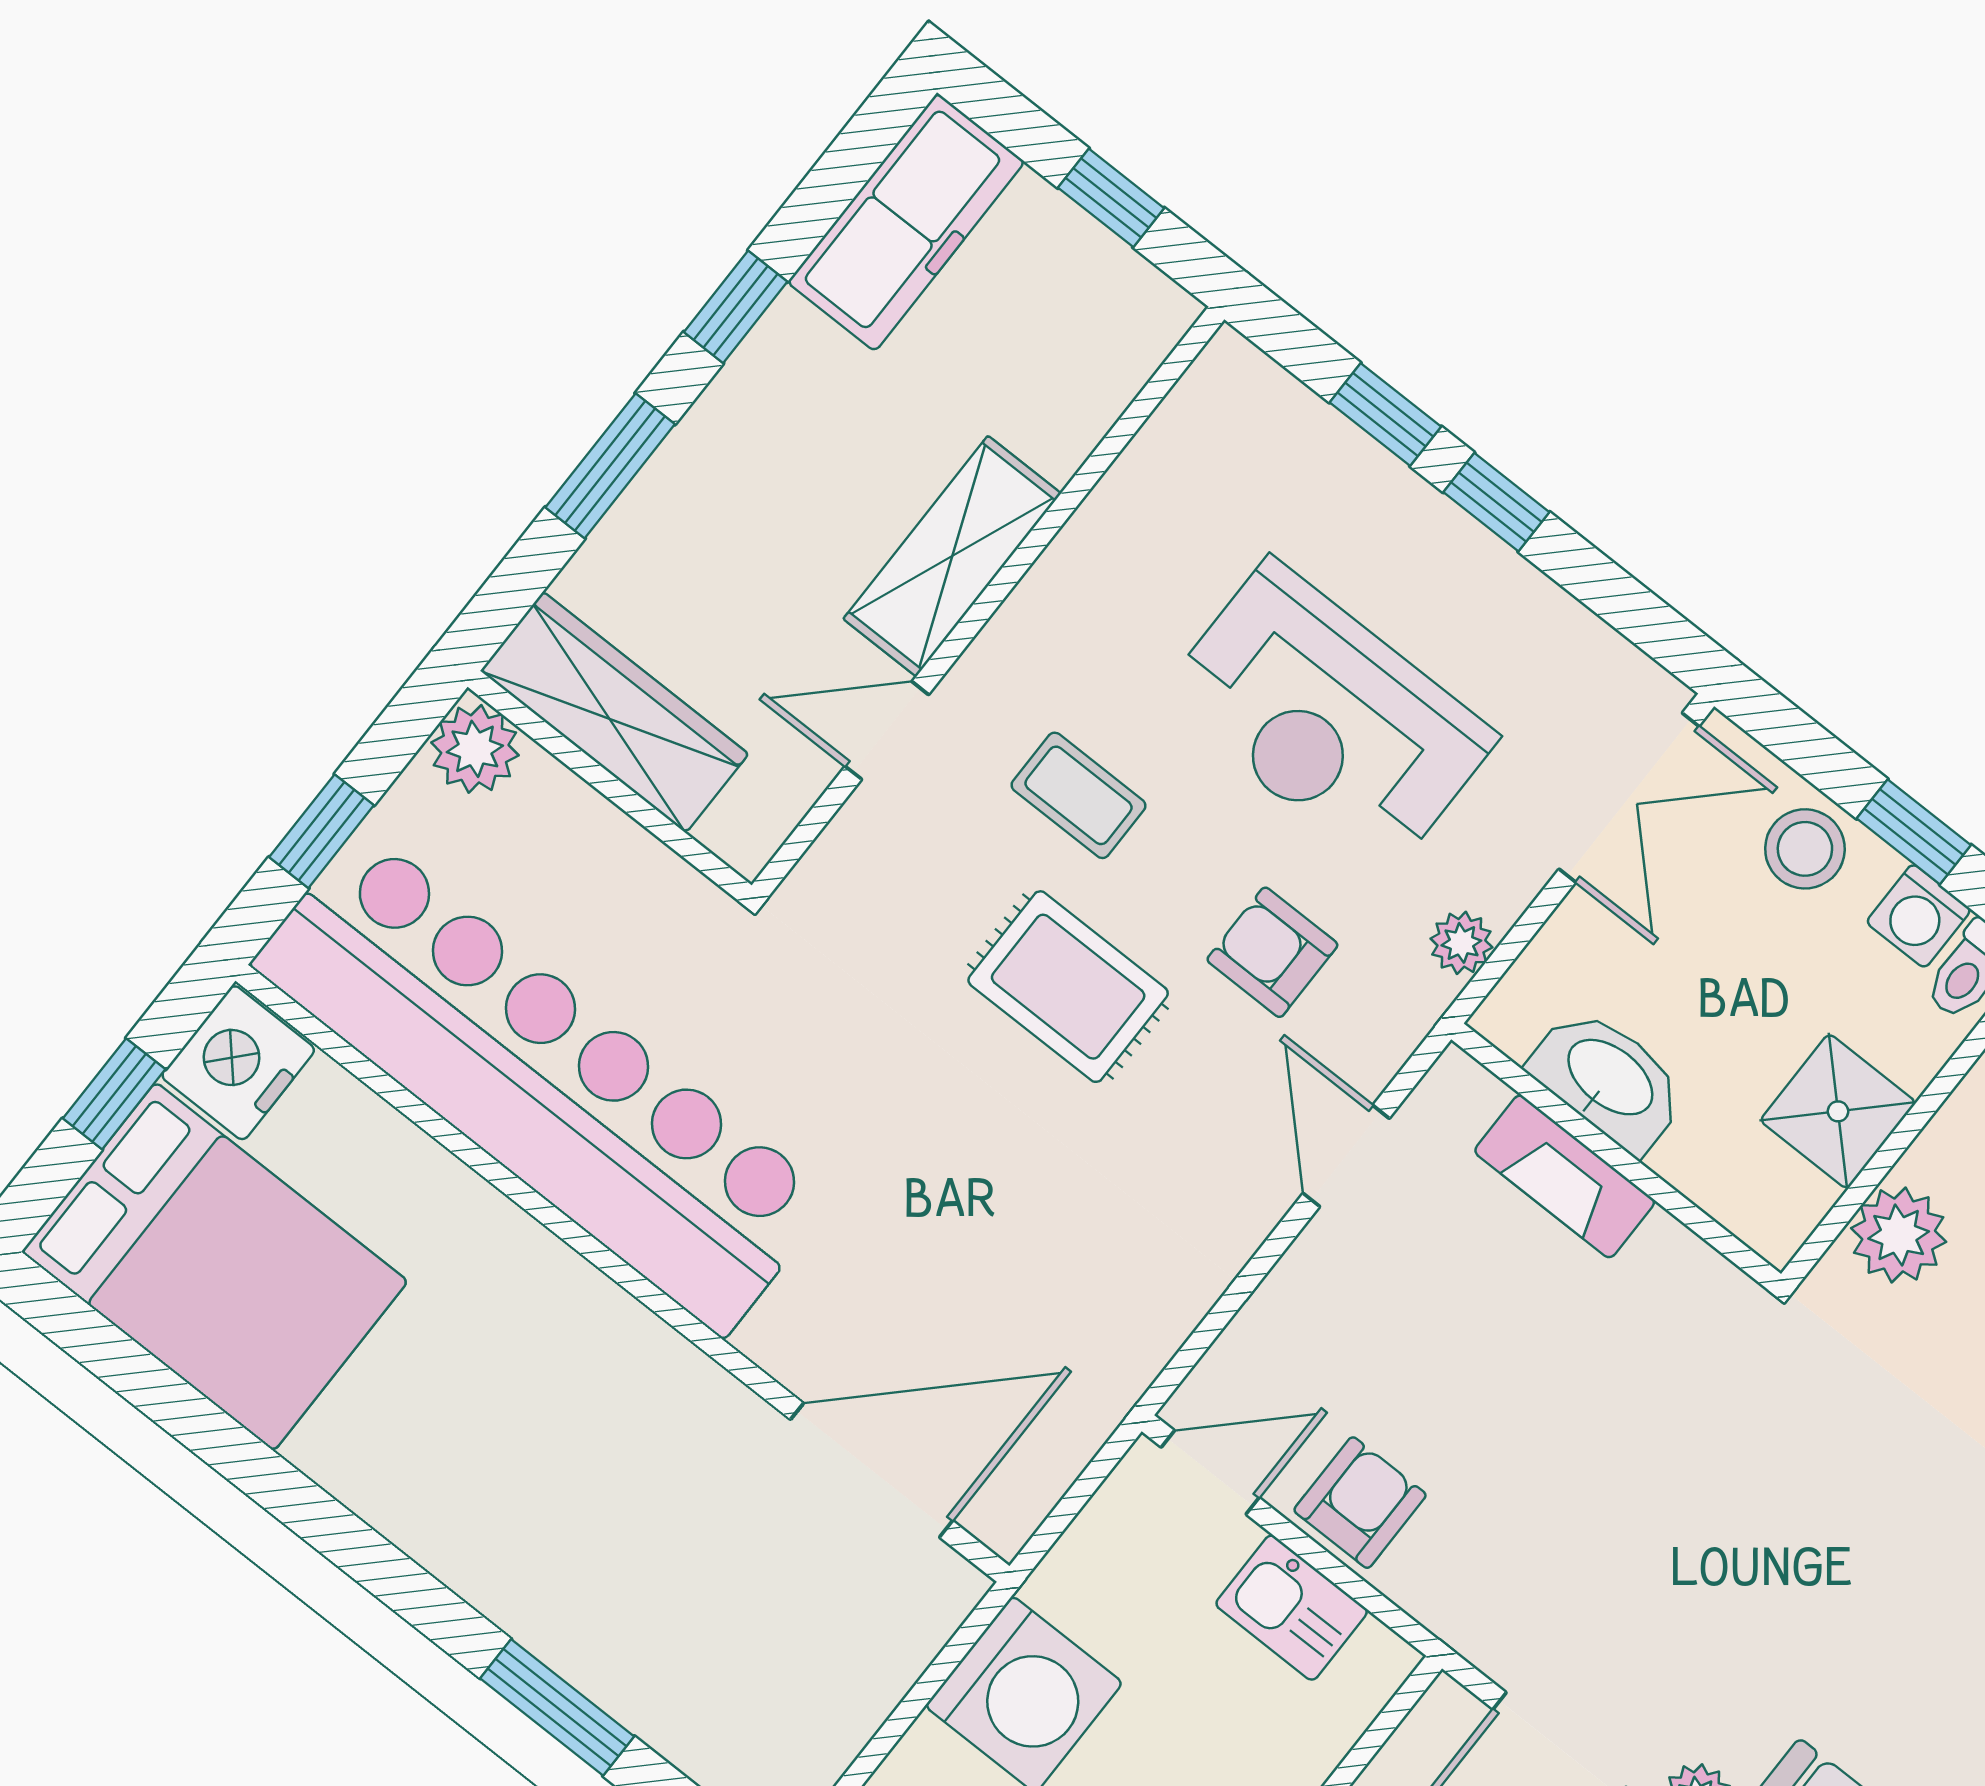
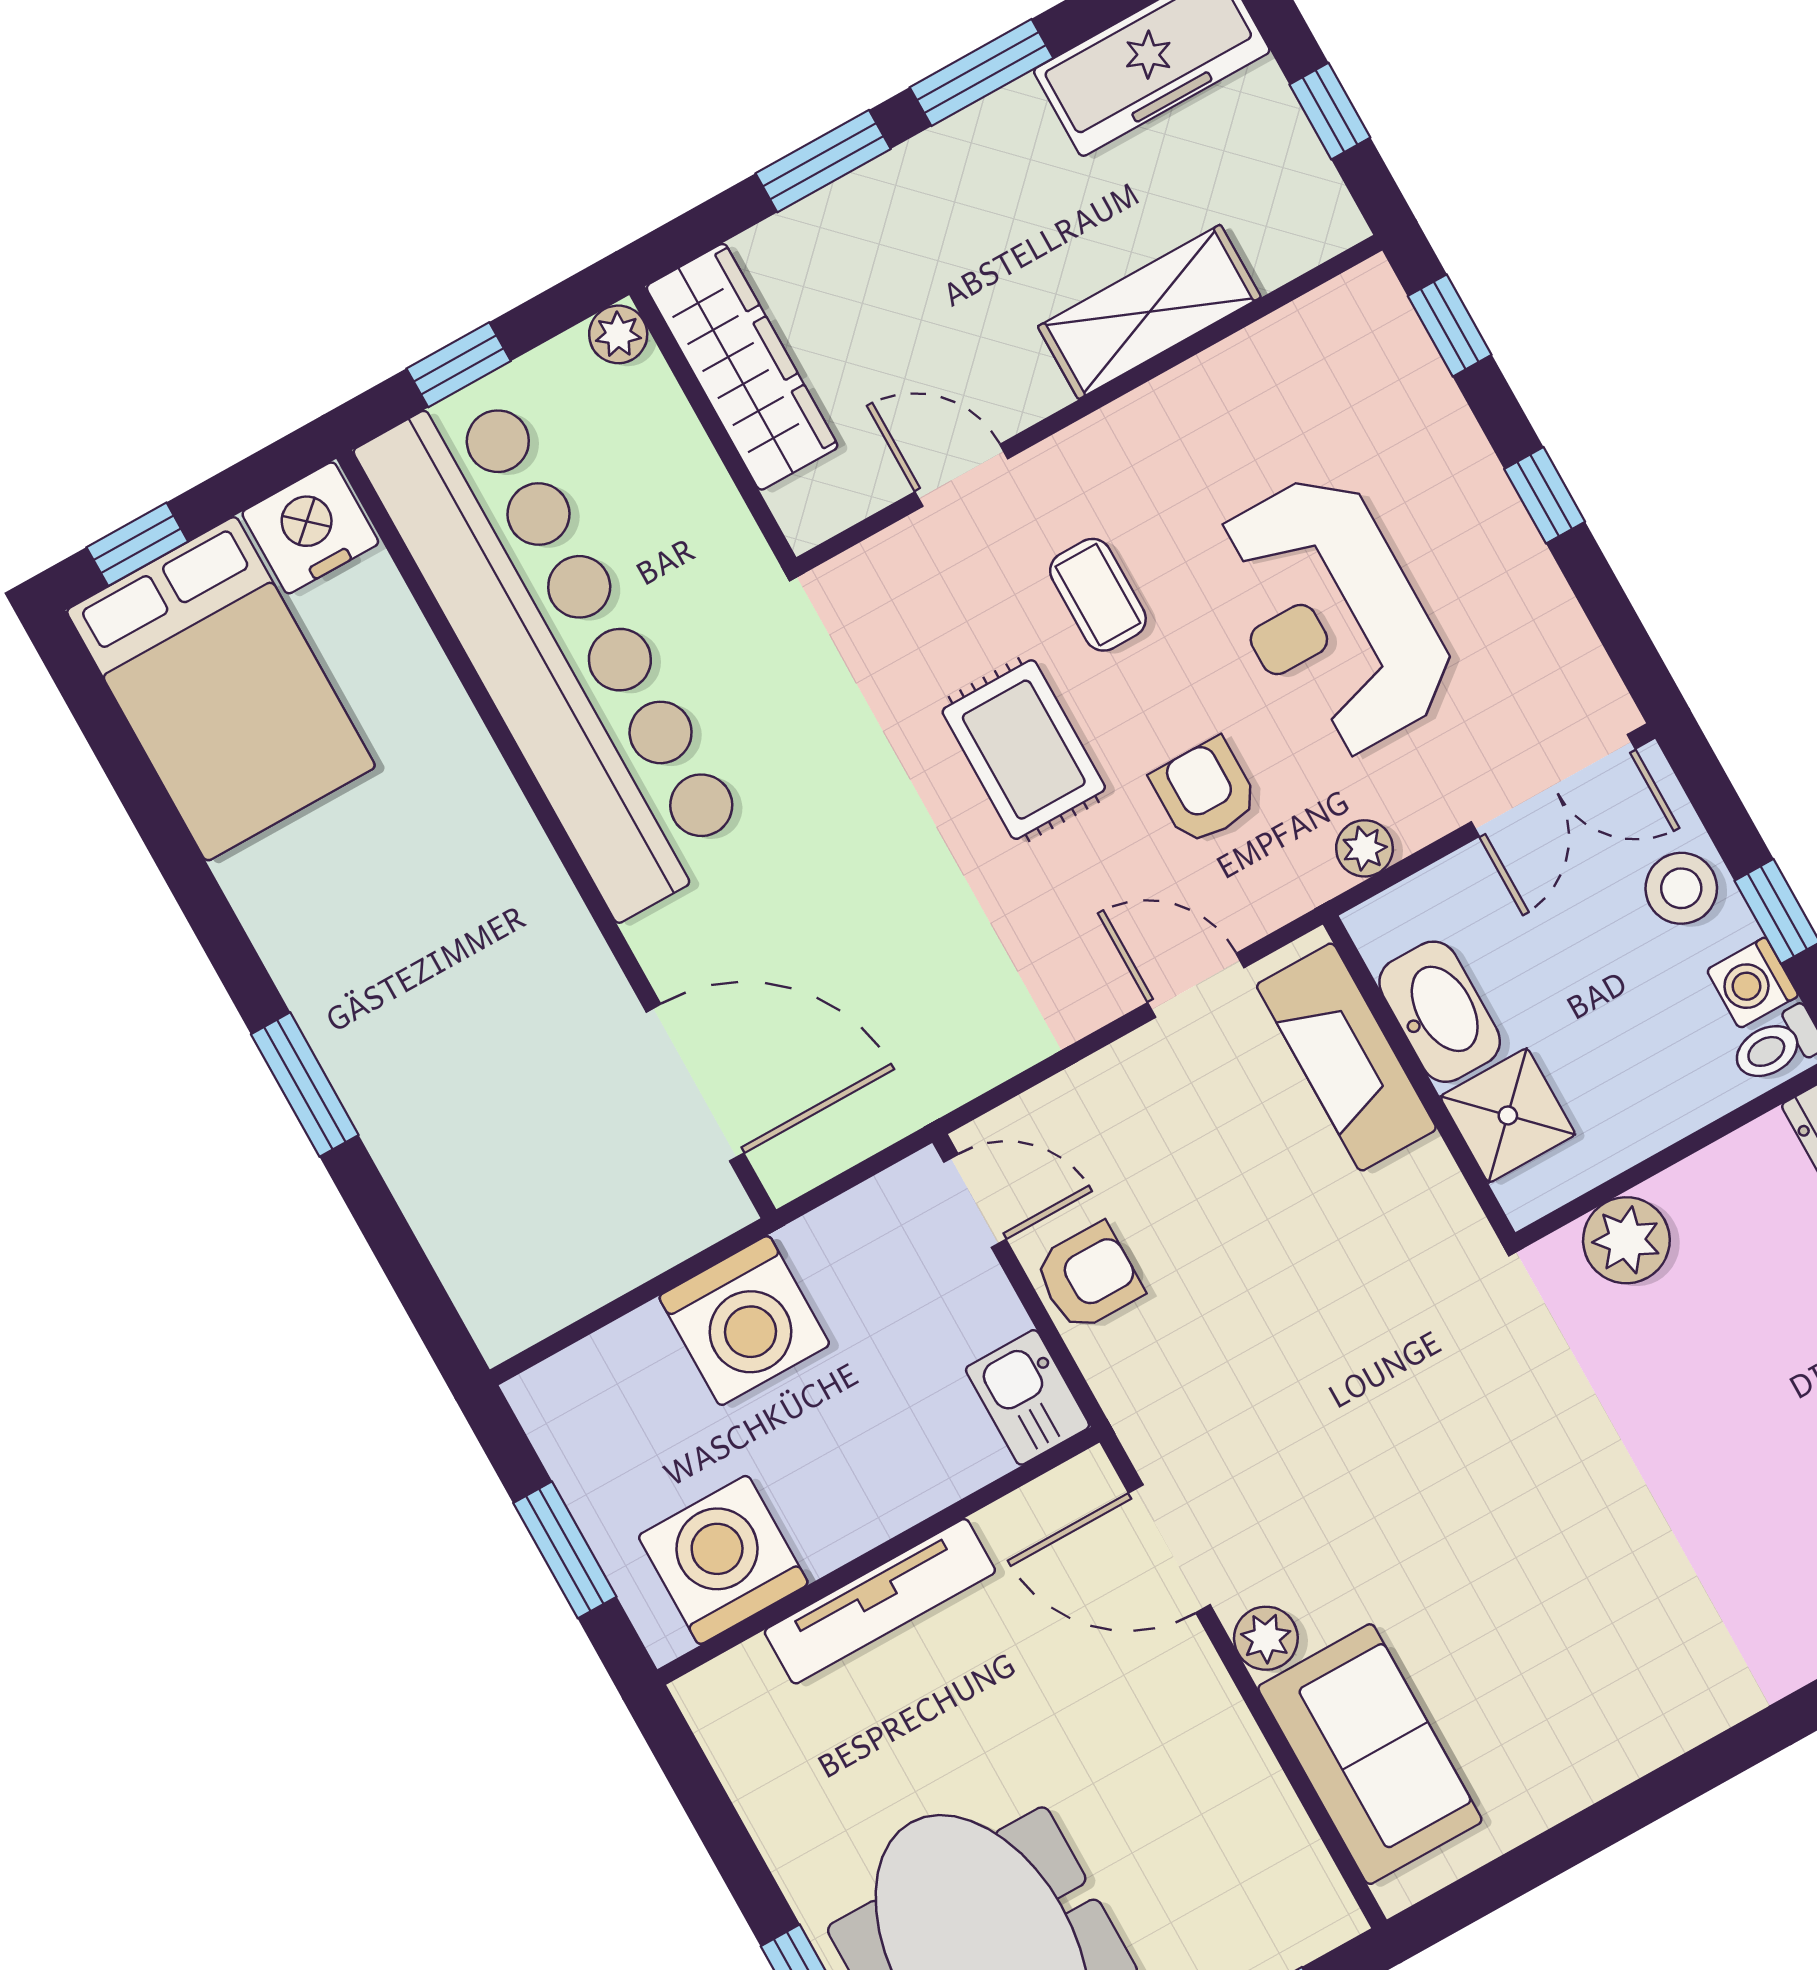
window: (736, 307) -> (982, 73), width x1.50
window: (1385, 414) -> (1450, 325), moved
shelving: (952, 556) -> (1149, 312), moved
plant: (475, 749) -> (618, 334), width x0.73, depth x0.73
window: (114, 1094) -> (137, 544), moved
shower: (1838, 1111) -> (1508, 1115), moved
door: (1346, 1156) -> (1196, 985), hinge flipped
fireplace: (1565, 1176) -> (1346, 1057), width x1.37, depth x1.32
kitchen sink: (1292, 1608) -> (1028, 1397), moved
window: (557, 1707) -> (305, 1085), moved

